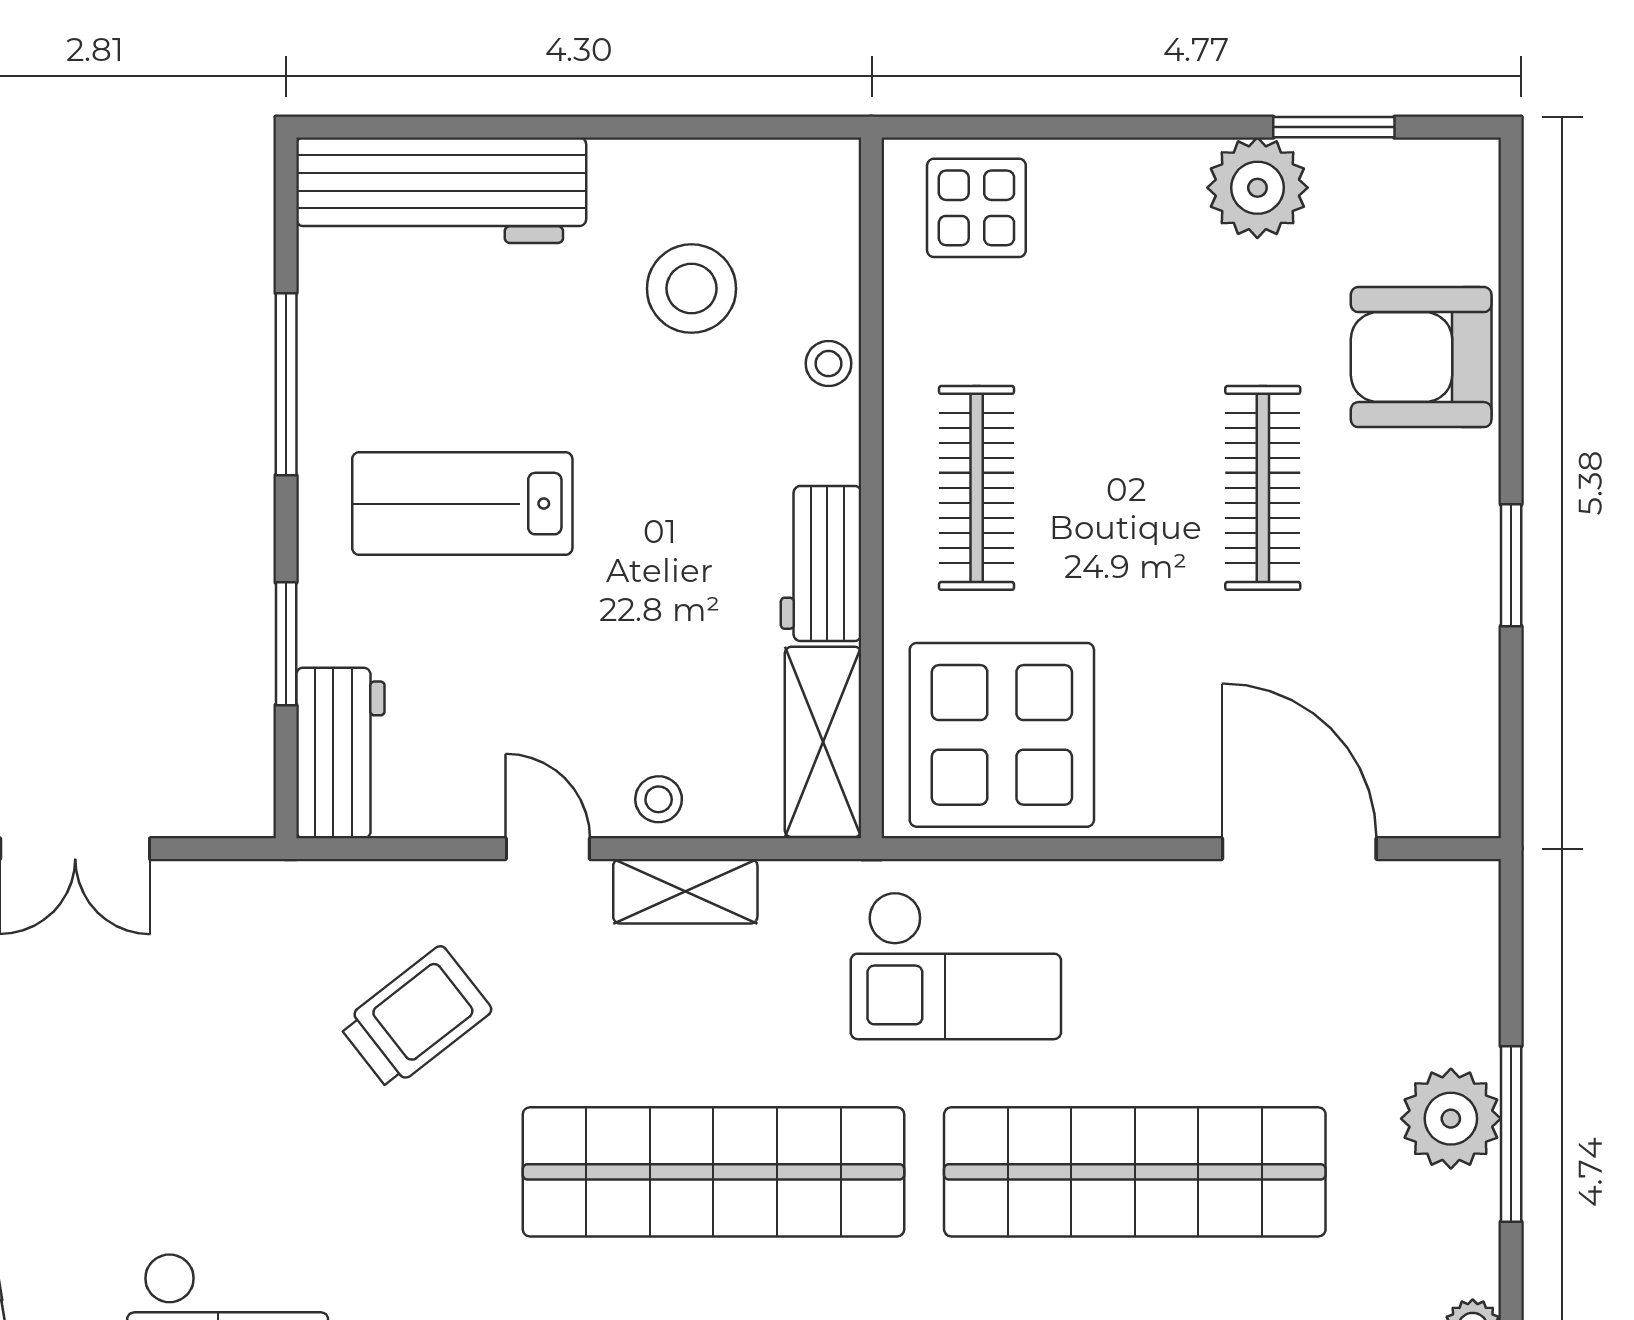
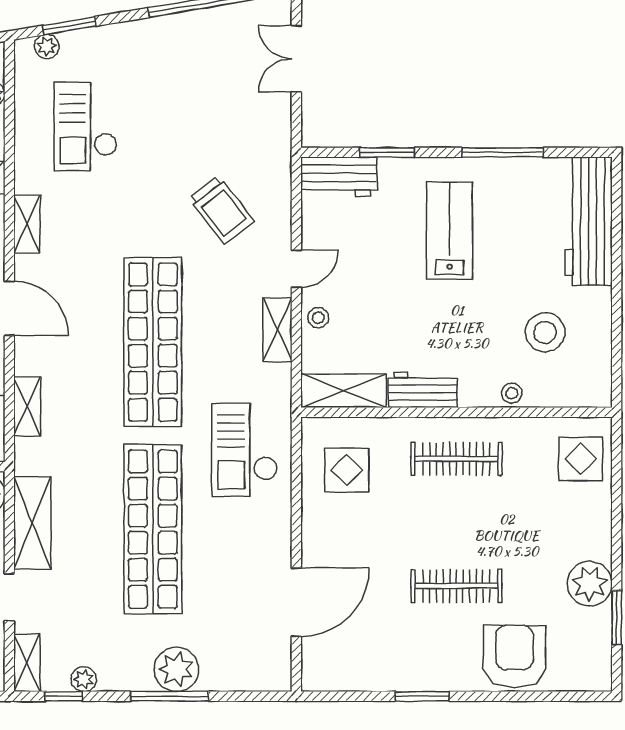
display table: (1002, 735) -> (347, 470), width x0.54, depth x0.54

